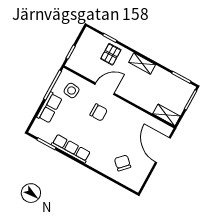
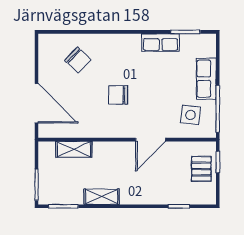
pallet: (111, 54) -> (201, 169), moved
shelving: (142, 63) -> (102, 197), moved
chair: (99, 112) -> (118, 95), moved
shelving: (166, 115) -> (74, 149), moved
row of seats: (71, 149) -> (161, 42), width x0.68

